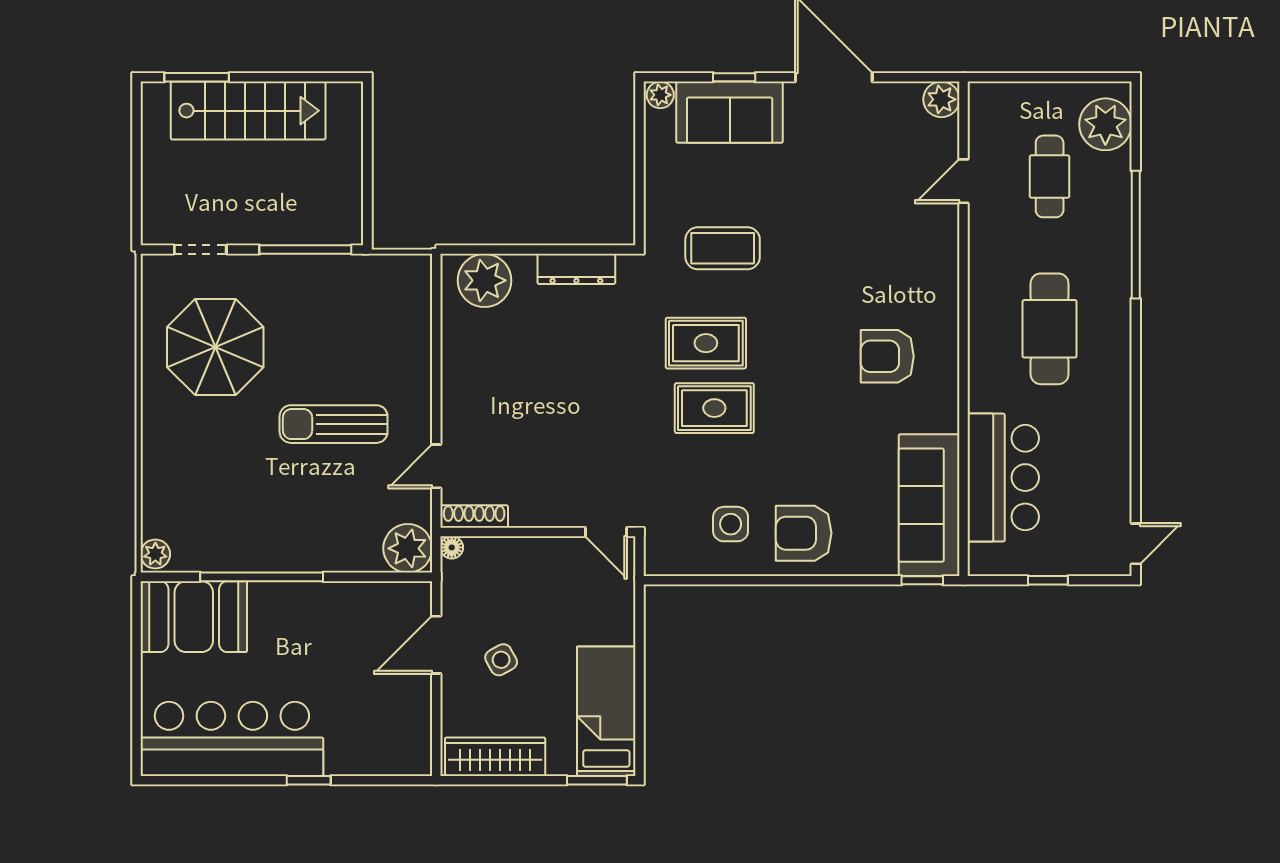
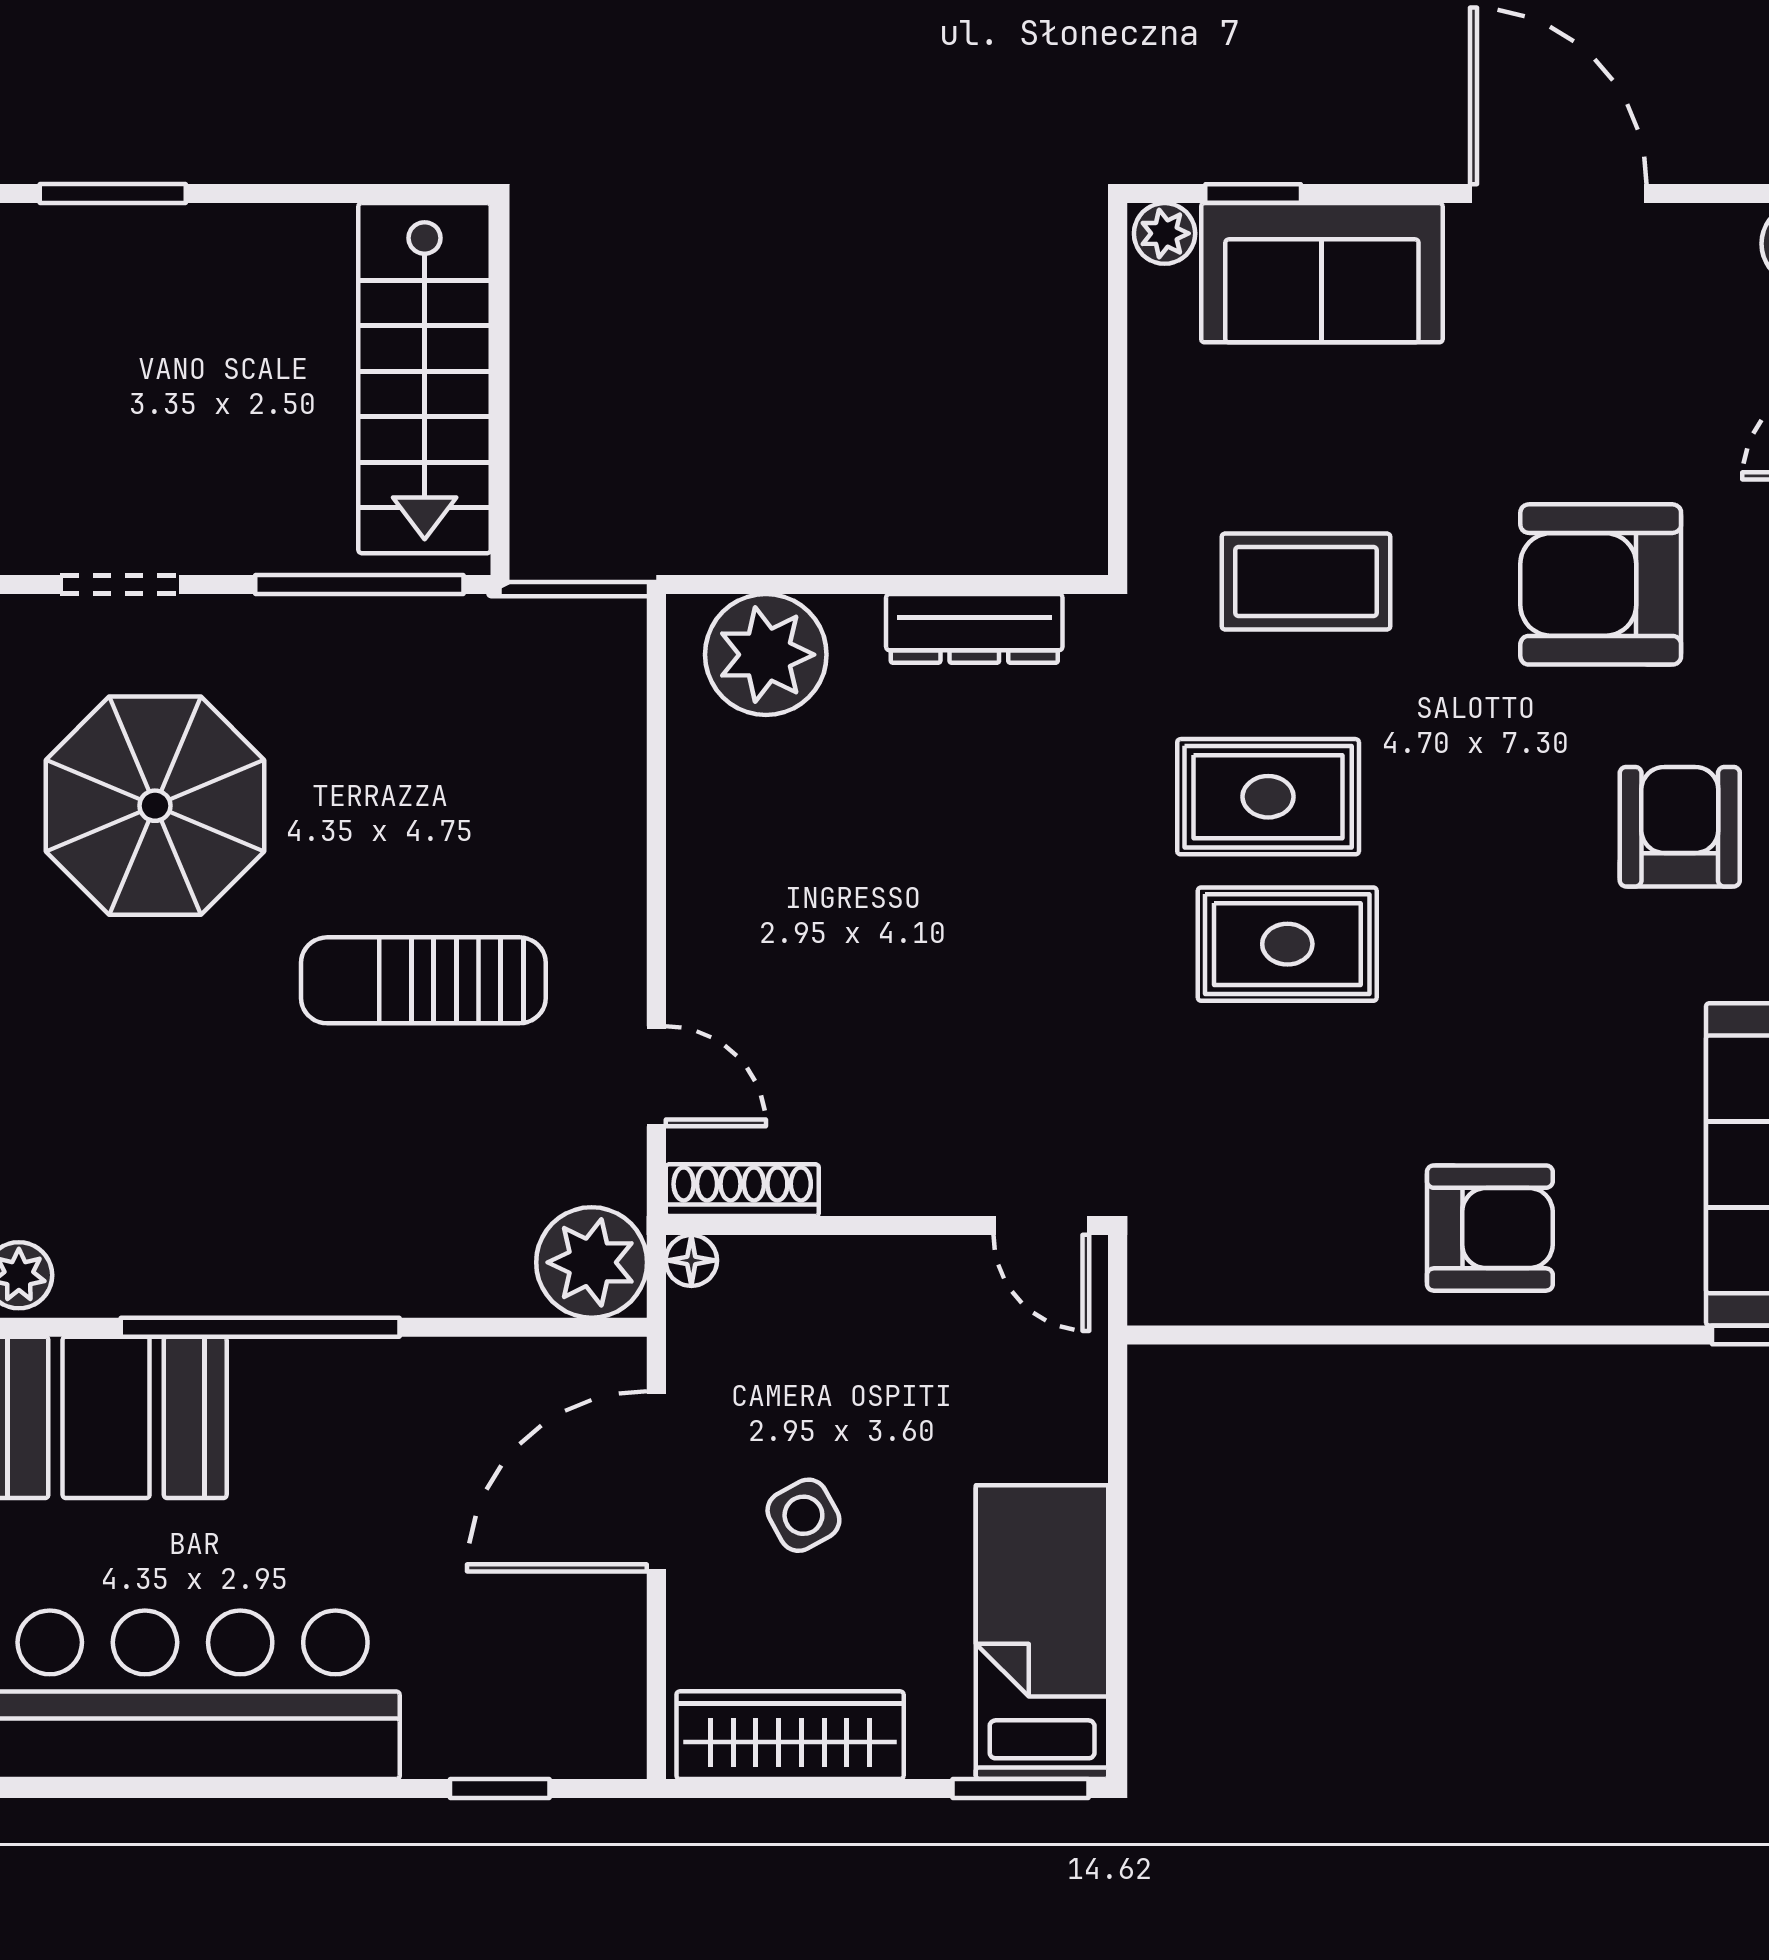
window: (734, 77) -> (1253, 194), moved
stairs: (248, 111) -> (425, 378), moved, turned 90
armchair: (852, 250) -> (1601, 584), added
armchair: (887, 356) -> (1680, 827), turned 90
door: (436, 466) -> (656, 1076), swing flipped
side table: (731, 524) -> (1324, 1207), removed
armchair: (804, 533) -> (1490, 1228), turned 180
door: (436, 645) -> (656, 1481), width x1.36
window: (309, 780) -> (500, 1788), moved

